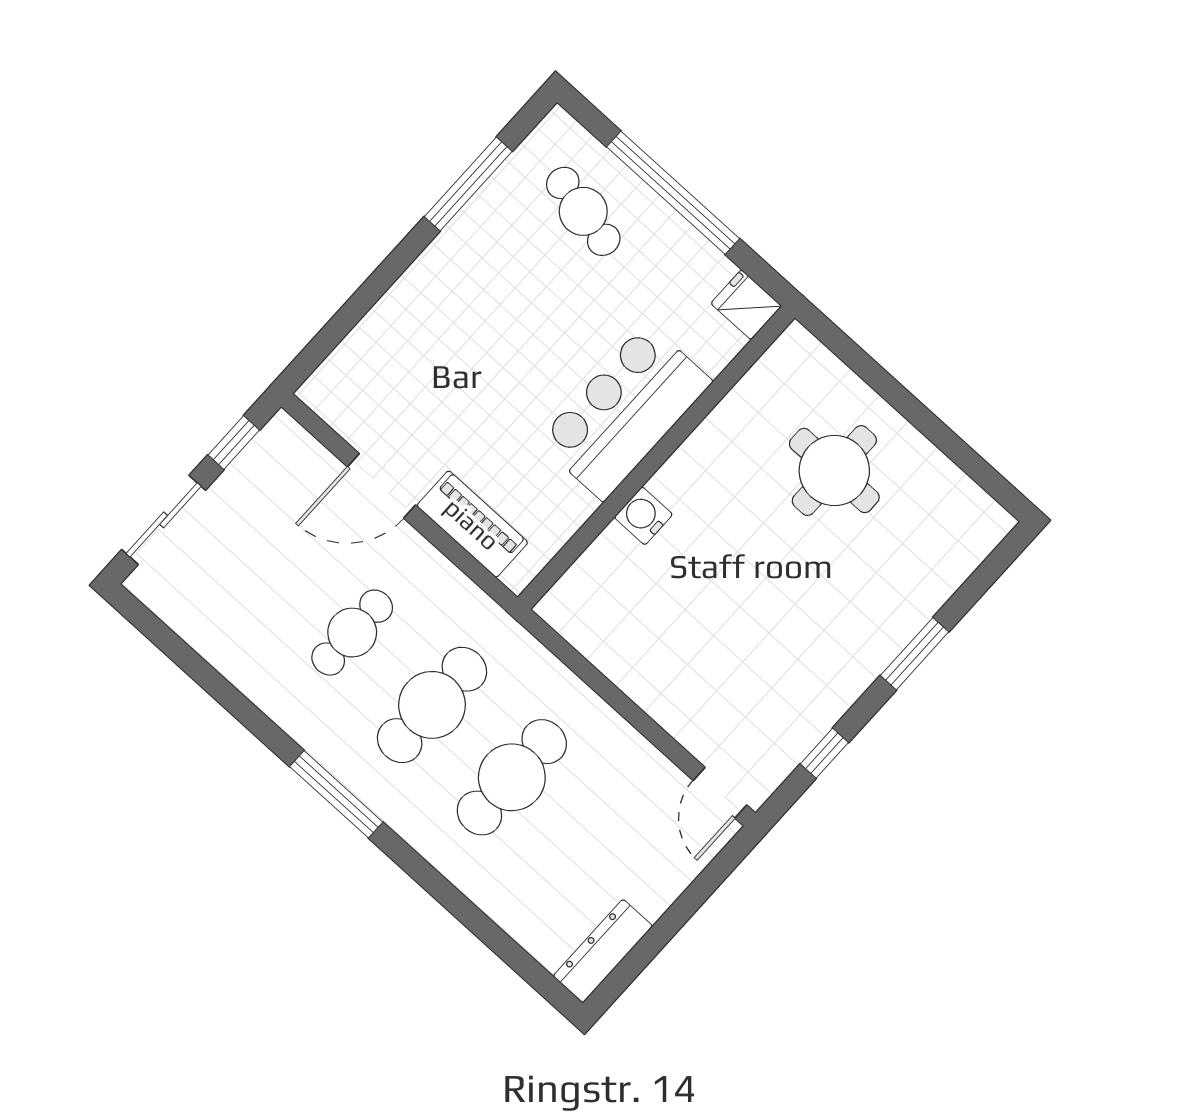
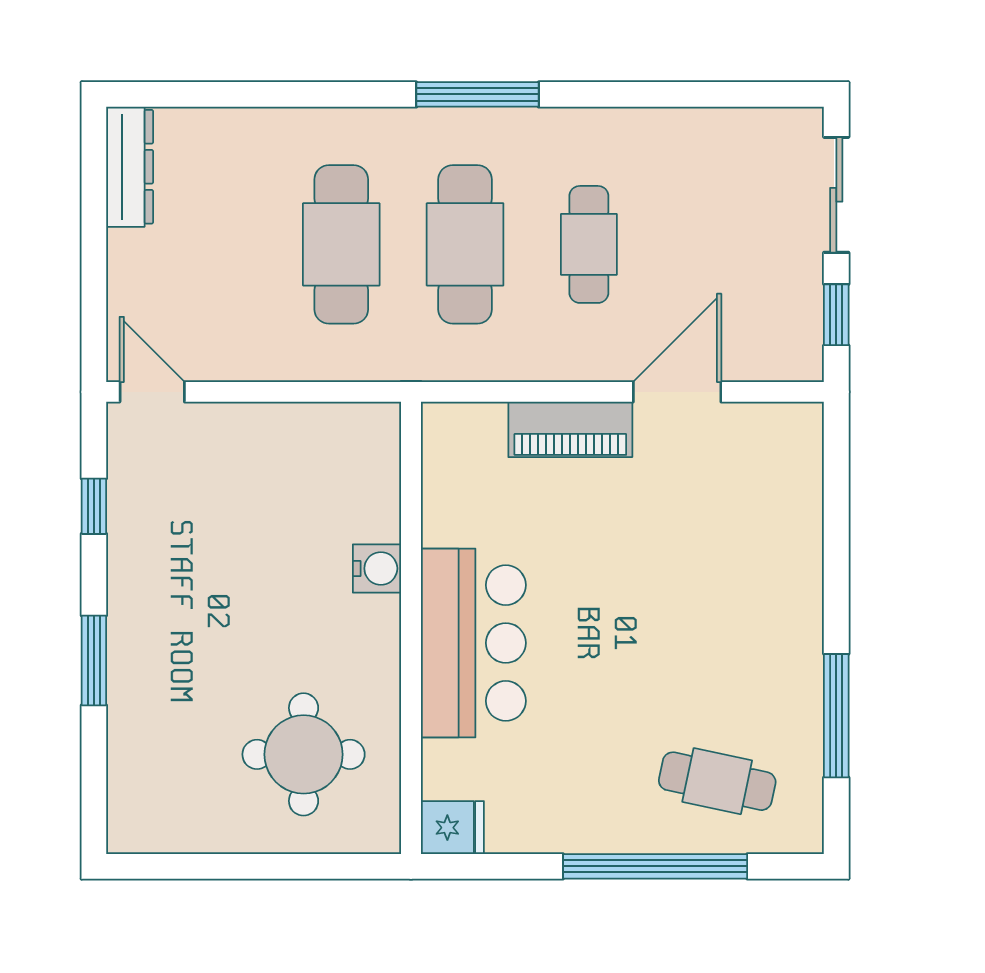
fridge: (746, 305) -> (452, 828), moved
bar counter: (625, 411) -> (473, 643), moved
wall: (656, 458) -> (411, 628), moved
water cooler: (643, 516) -> (377, 568), moved

